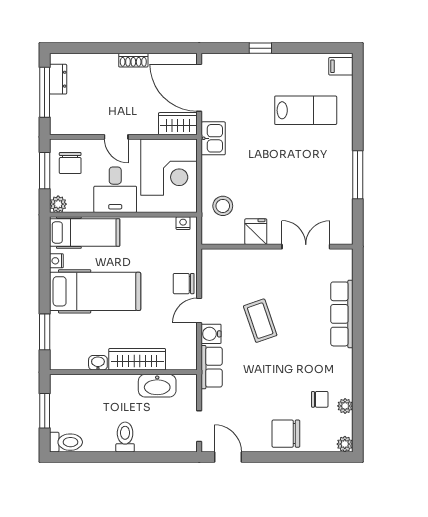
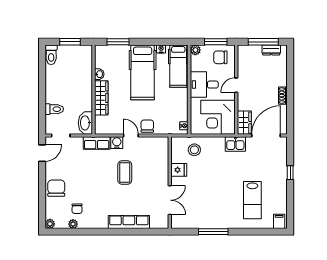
coffee table: (260, 321) -> (125, 172), turned -71
washbasin: (157, 386) -> (85, 123), moved
toilet: (125, 437) -> (54, 109), moved

